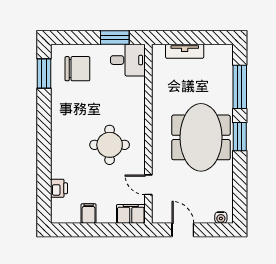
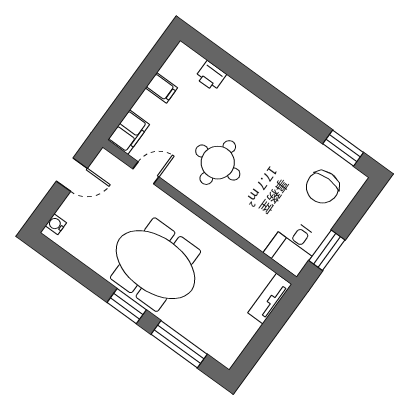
tv unit: (185, 51) -> (270, 299), moved

